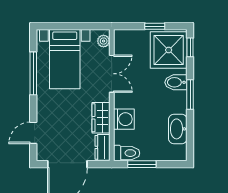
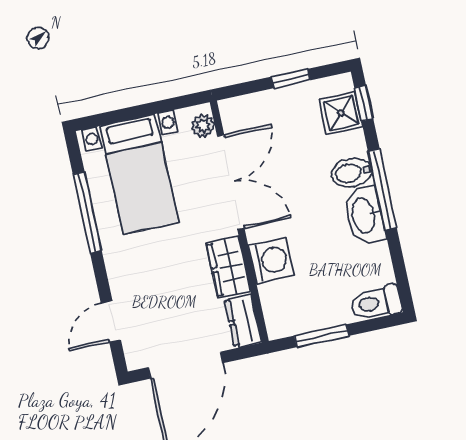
shower: (169, 50) -> (341, 113), width x0.54, depth x0.54
double door: (112, 74) -> (231, 182), width x1.37
window: (190, 95) -> (382, 189), width x1.44
washbasin: (178, 129) -> (364, 215), moved
toilet: (127, 153) -> (376, 303), moved, turned 180

